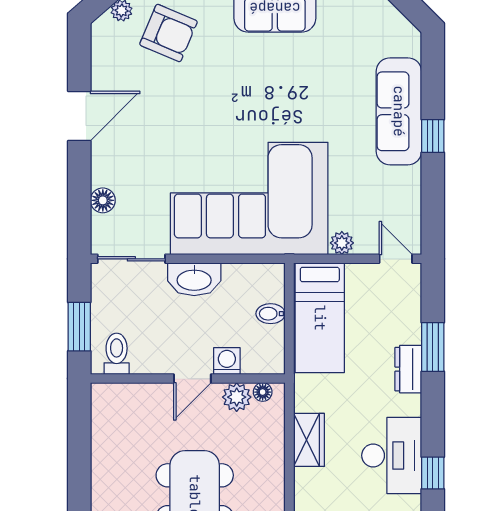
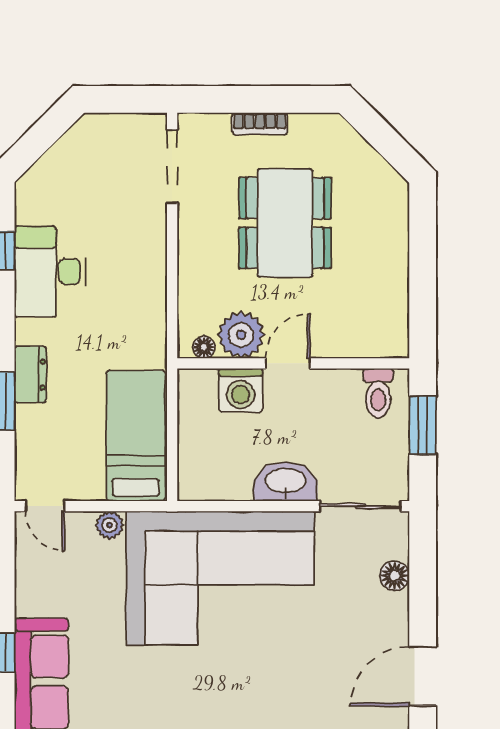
bidet: (271, 314) -> (194, 441), removed
washing machine: (227, 361) -> (241, 390), width x1.38, depth x1.38
plant: (237, 397) -> (241, 335), width x1.36, depth x1.36
wardrobe: (309, 440) -> (149, 290), removed

